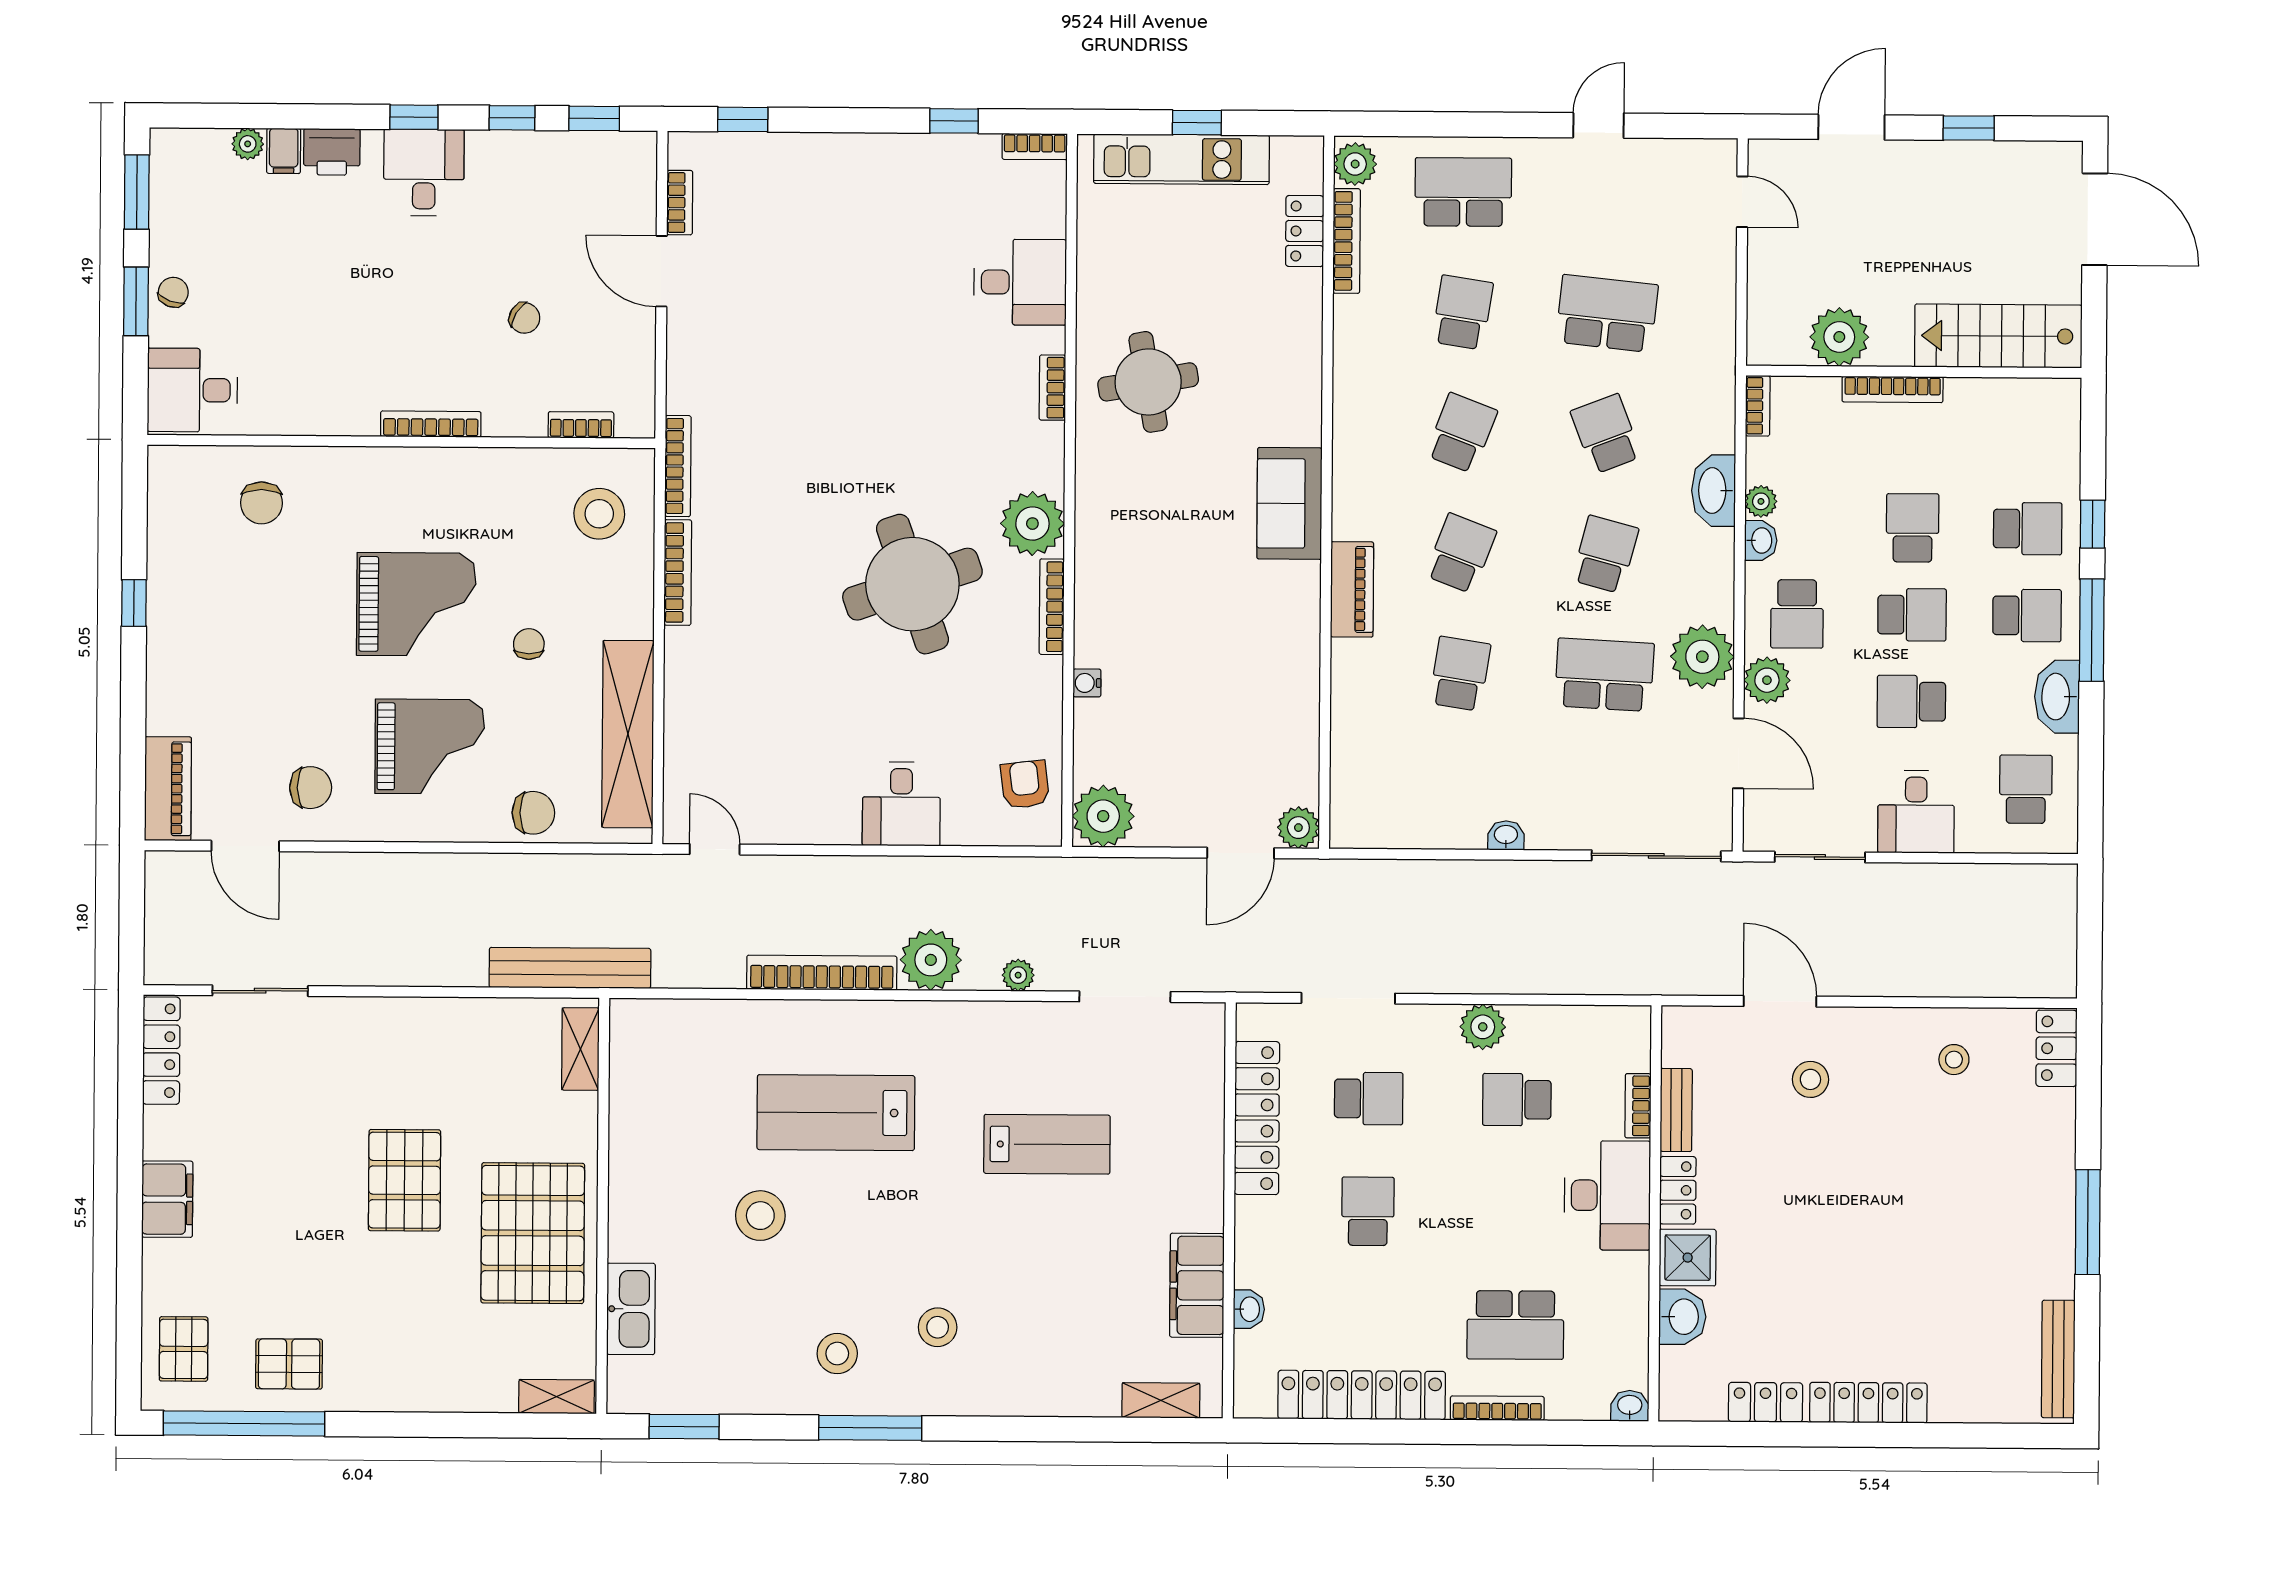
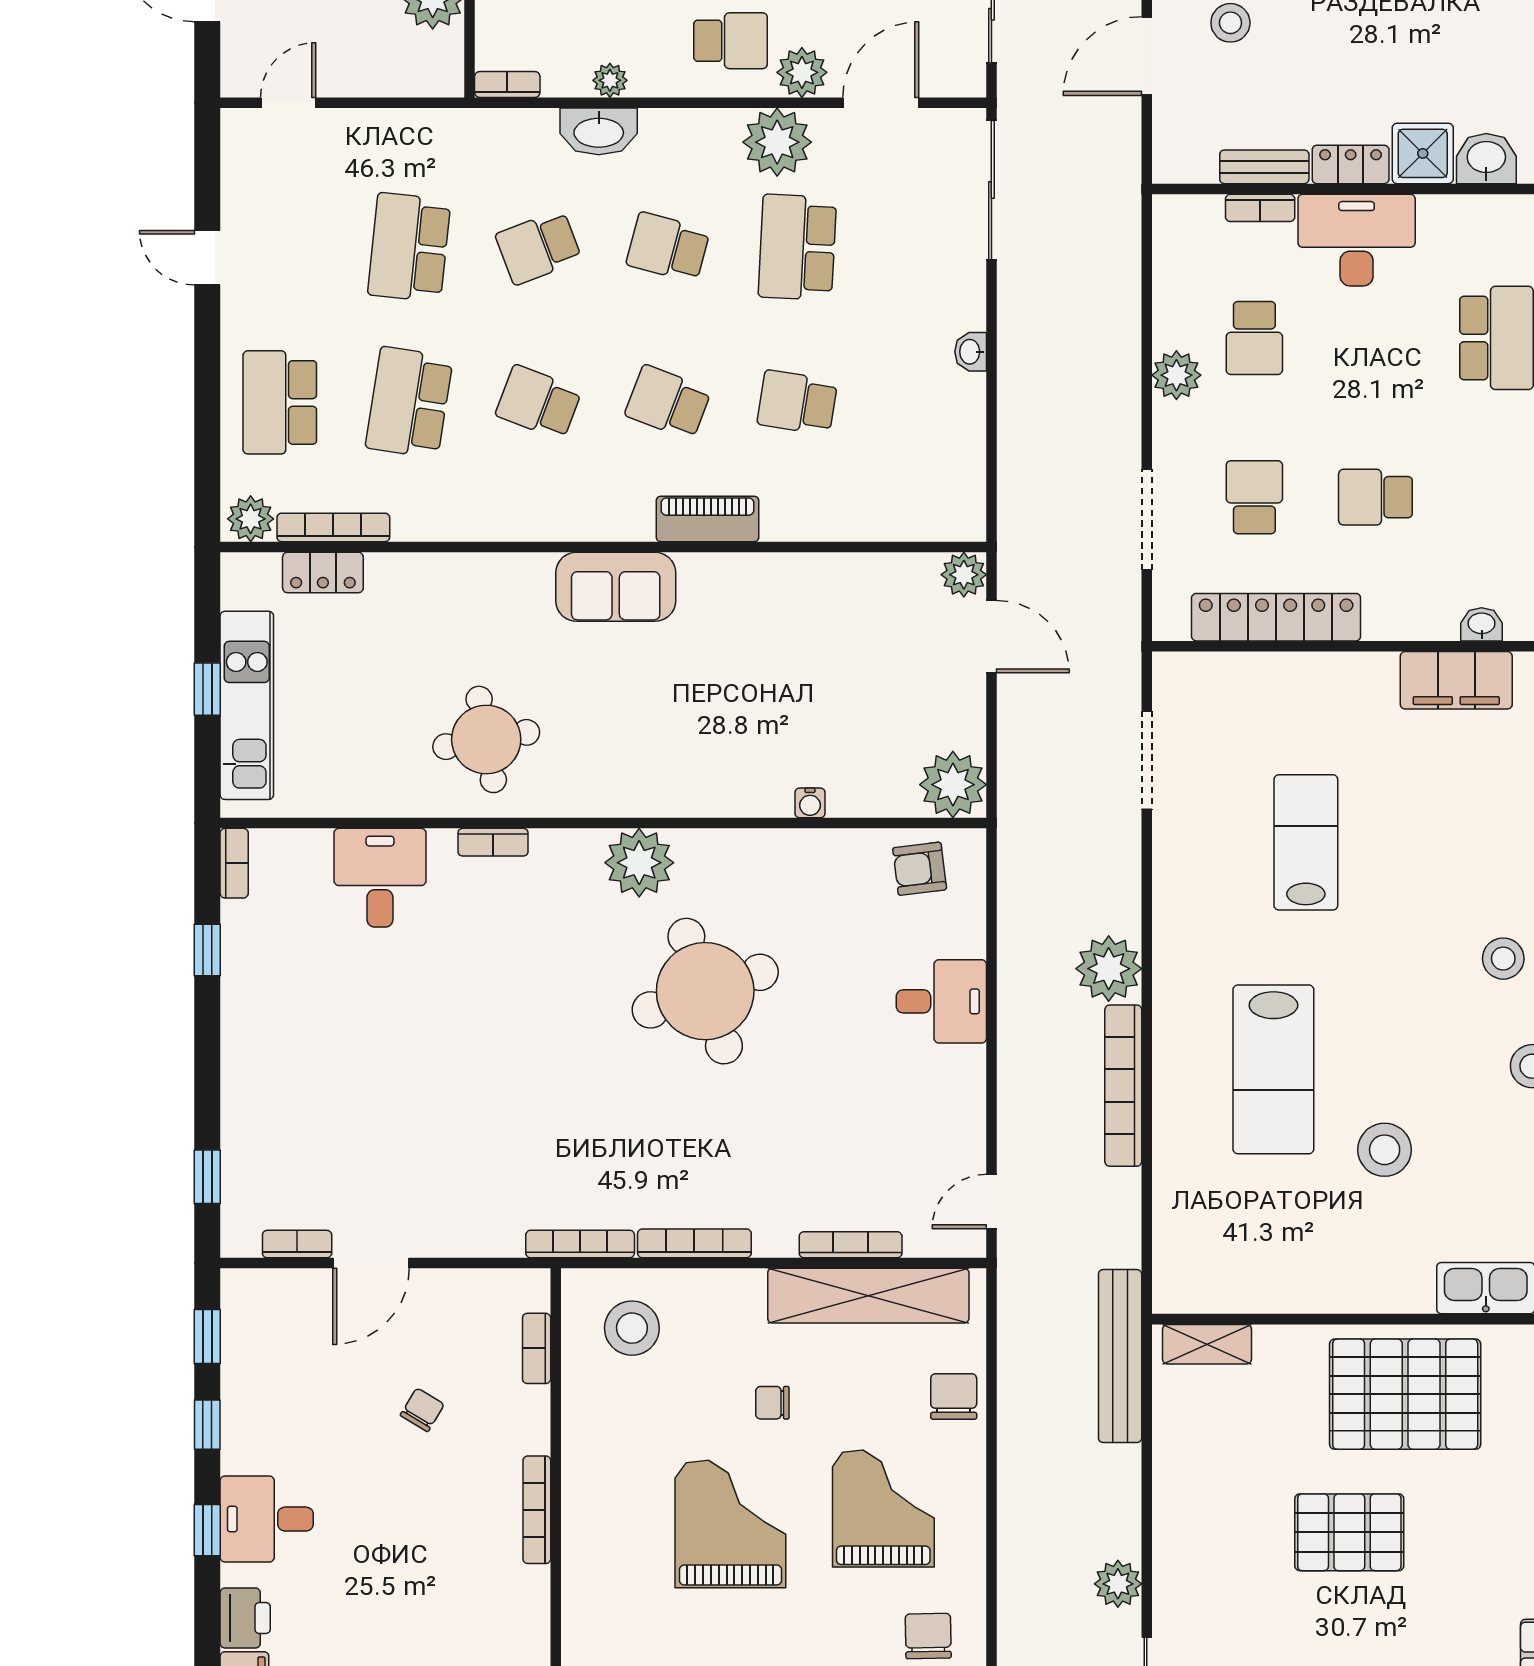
school desk: (1462, 312) -> (409, 402), width x1.85
washbasin: (1761, 540) -> (652, 80), removed
bookcase: (1052, 607) -> (851, 1245), moved, turned 180
plant: (1018, 975) -> (1118, 1584), moved, width x1.38, depth x1.38

